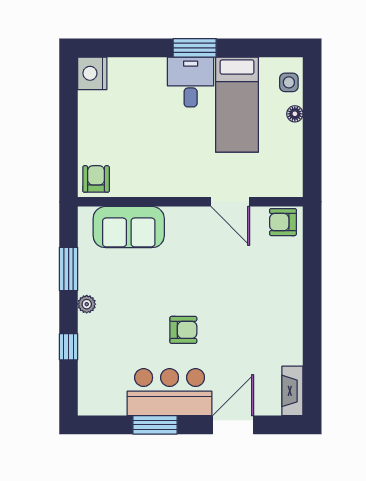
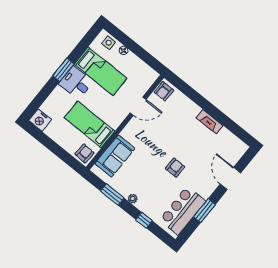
bed: (145, 152) -> (89, 124), added
armchair: (96, 179) -> (84, 153), turned 94
fireplace: (292, 391) -> (210, 122), moved
bar counter: (170, 392) -> (182, 211), moved

